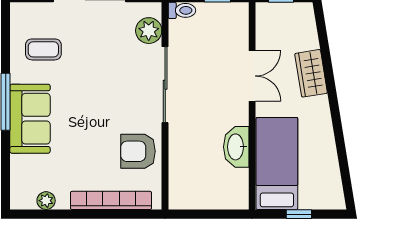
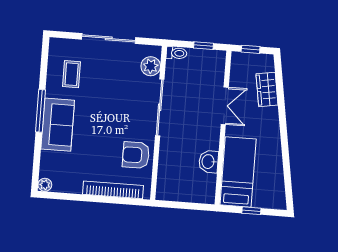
coffee table: (43, 49) -> (72, 74), turned 90
wardrobe: (311, 73) -> (267, 89), moved
washbasin: (236, 147) -> (209, 162), width x0.72
plant: (46, 201) -> (45, 185), moved

